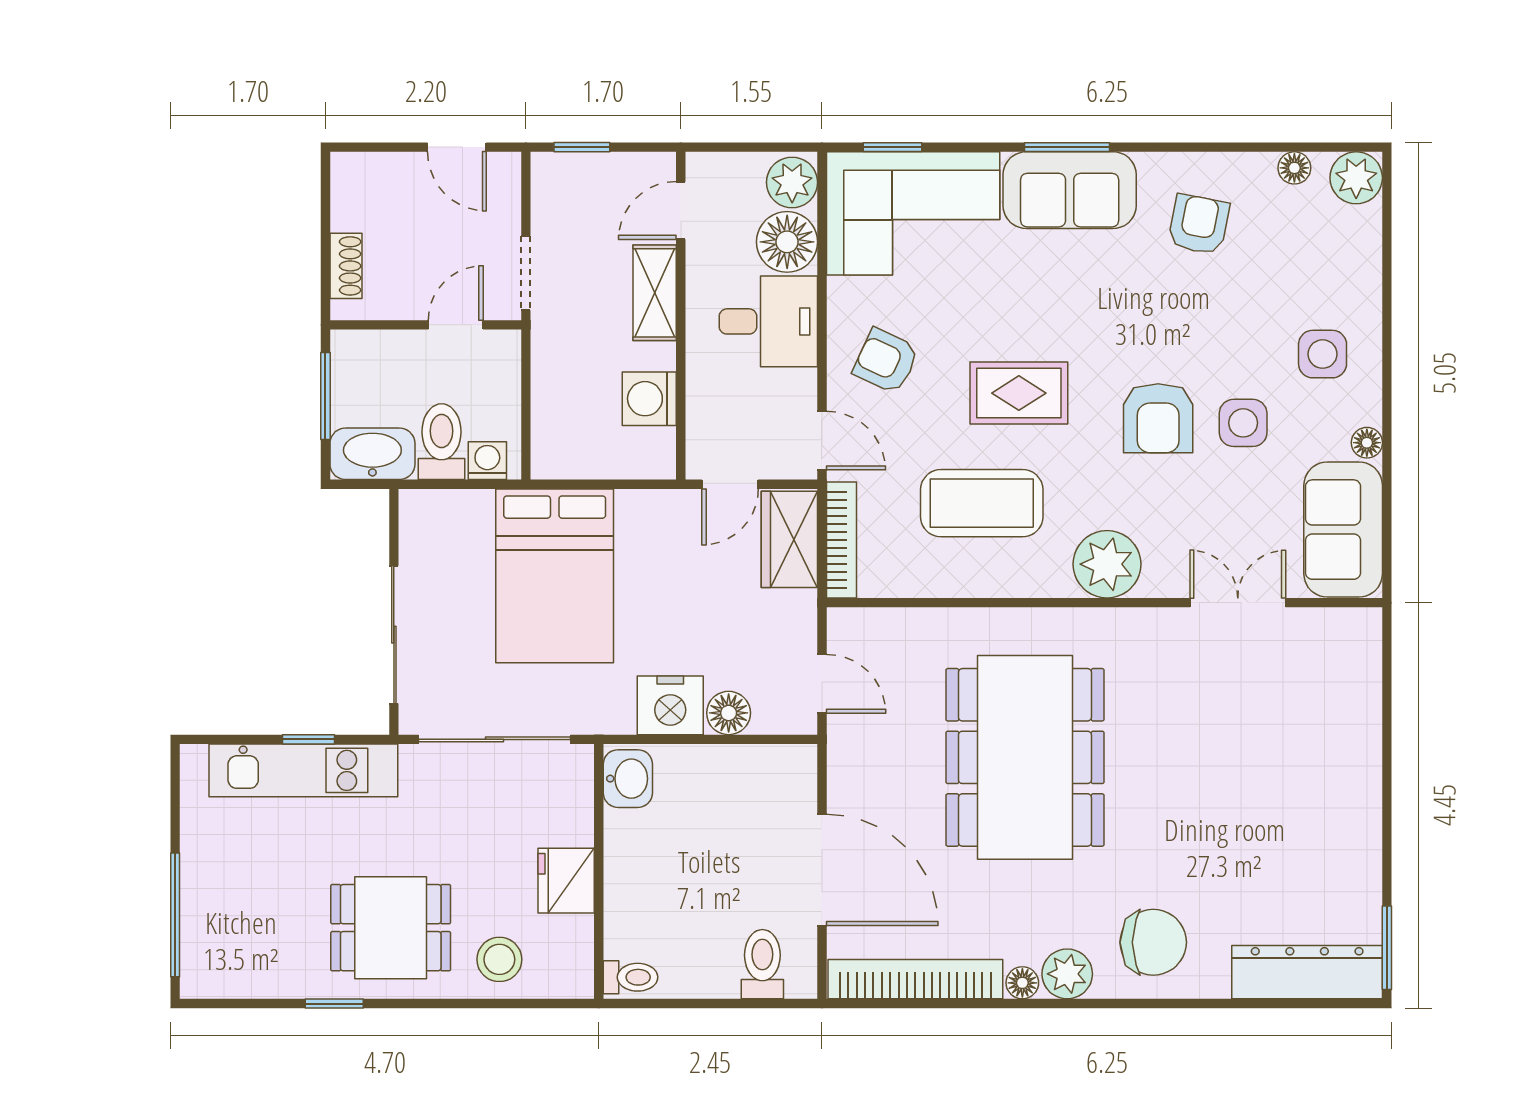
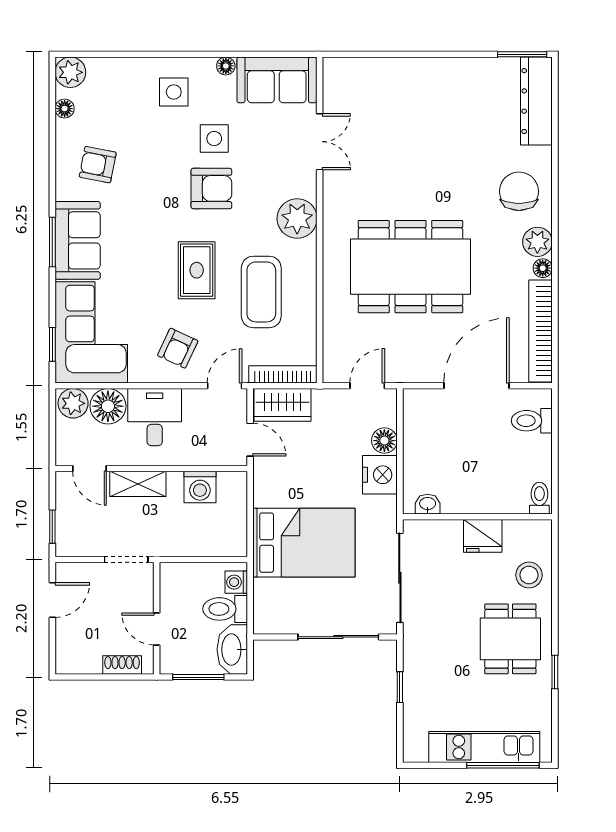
door: (456, 325) -> (157, 629), moved
double door: (1238, 603) -> (320, 142), swing flipped
kitchen unit: (303, 770) -> (484, 747), moved, turned -90
washbasin: (628, 779) -> (428, 504), width x0.72, depth x0.69

